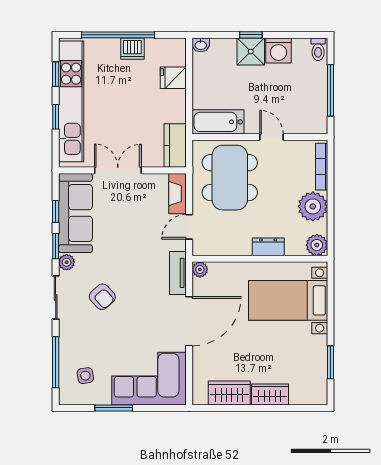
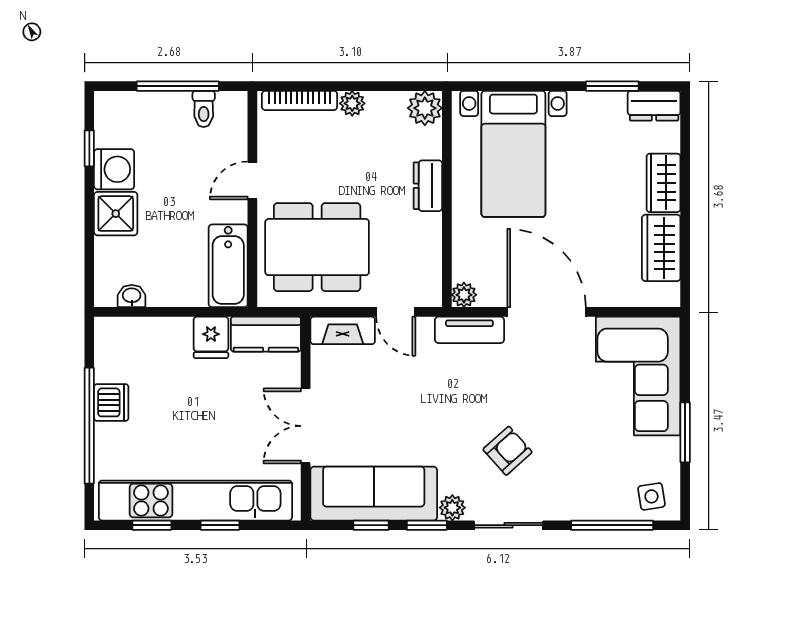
window: (251, 35) -> (89, 148), moved
washbasin: (201, 45) -> (132, 296), moved, turned -90
toilet: (318, 49) -> (204, 109), moved, turned 90
fridge: (173, 78) -> (211, 337), moved
plant: (313, 206) -> (352, 103), width x0.53, depth x0.53
side table: (85, 376) -> (651, 496), moved
dresser: (318, 389) -> (654, 106), added

